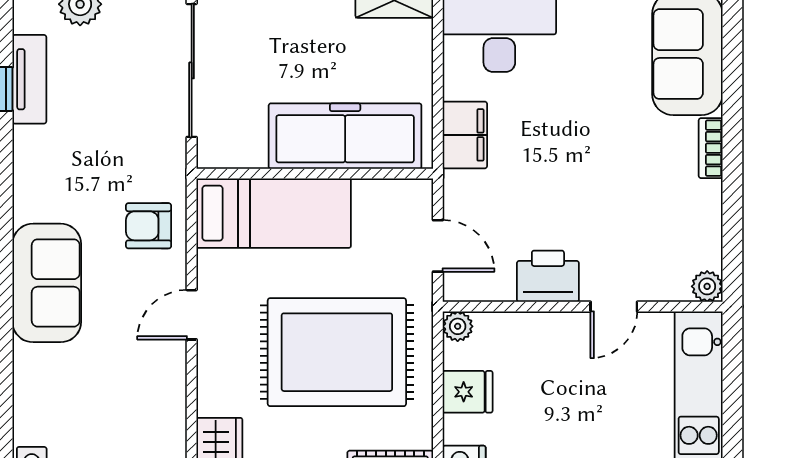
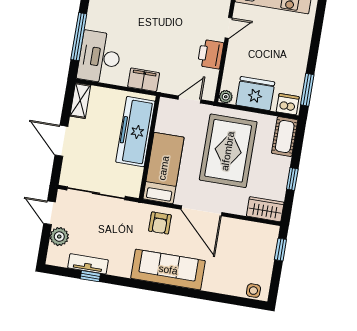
sofa: (47, 283) -> (168, 270), width x1.36
door: (614, 307) -> (228, 28), hinge flipped
door: (192, 315) -> (201, 211), width x1.87
fridge: (468, 392) -> (255, 94), width x1.88, depth x1.34

